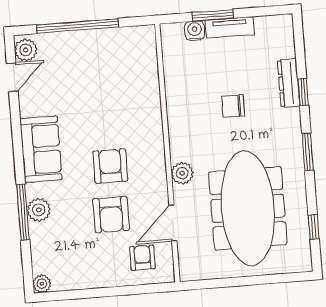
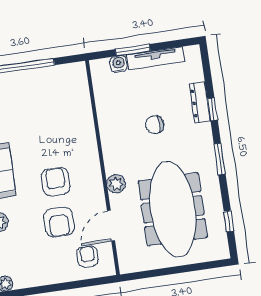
tv unit: (230, 27) -> (156, 58), width x1.41

